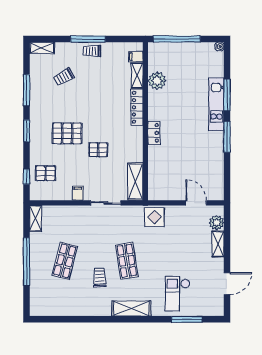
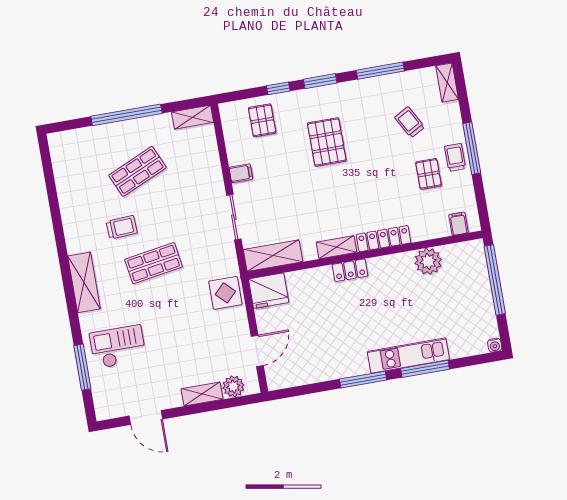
shelving: (137, 76) -> (337, 247), moved
pallet: (98, 150) -> (429, 174), moved
window: (27, 177) -> (278, 88), moved
fridge: (158, 188) -> (269, 291), added
shop shelf: (65, 261) -> (138, 171), turned -39

